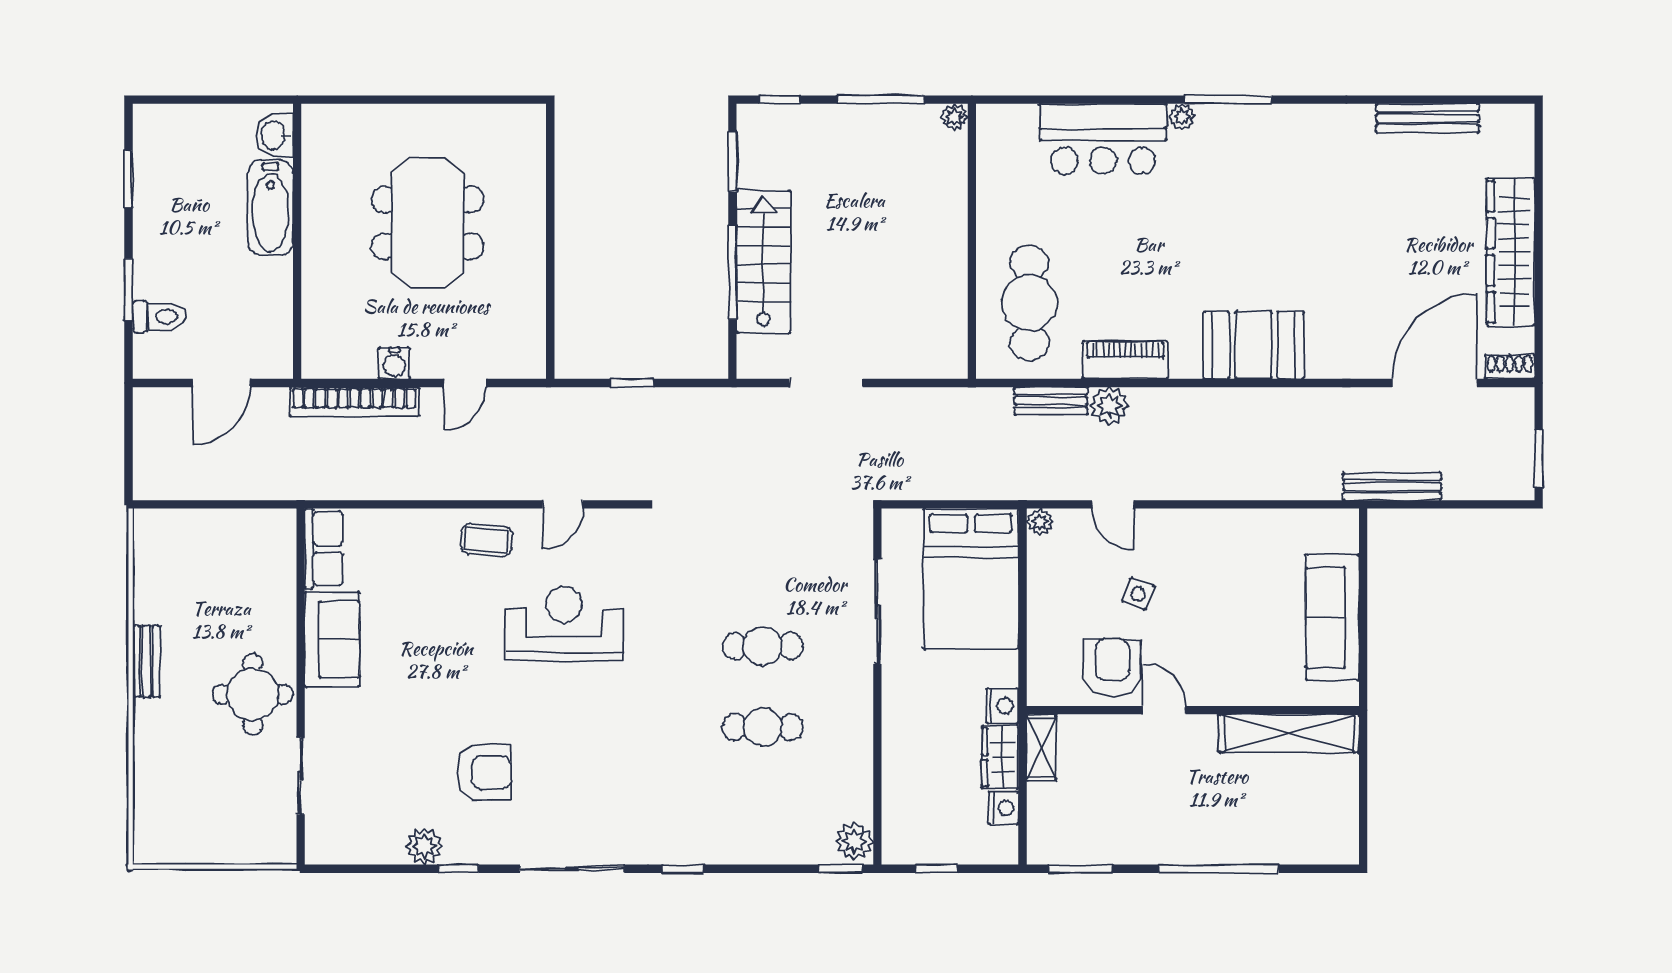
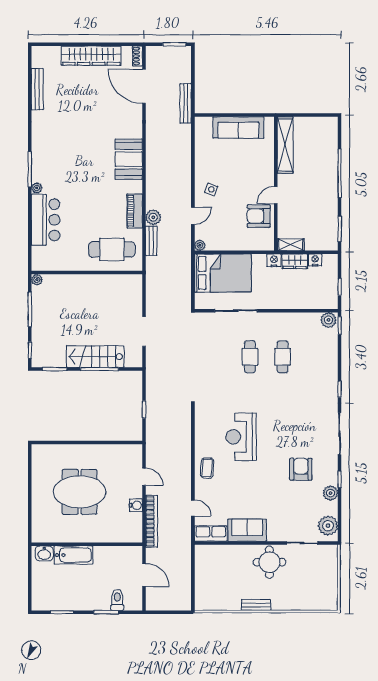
door: (563, 504) -> (193, 508), moved
side table: (1138, 594) -> (211, 189), moved
plant: (343, 840) -> (328, 526), added

